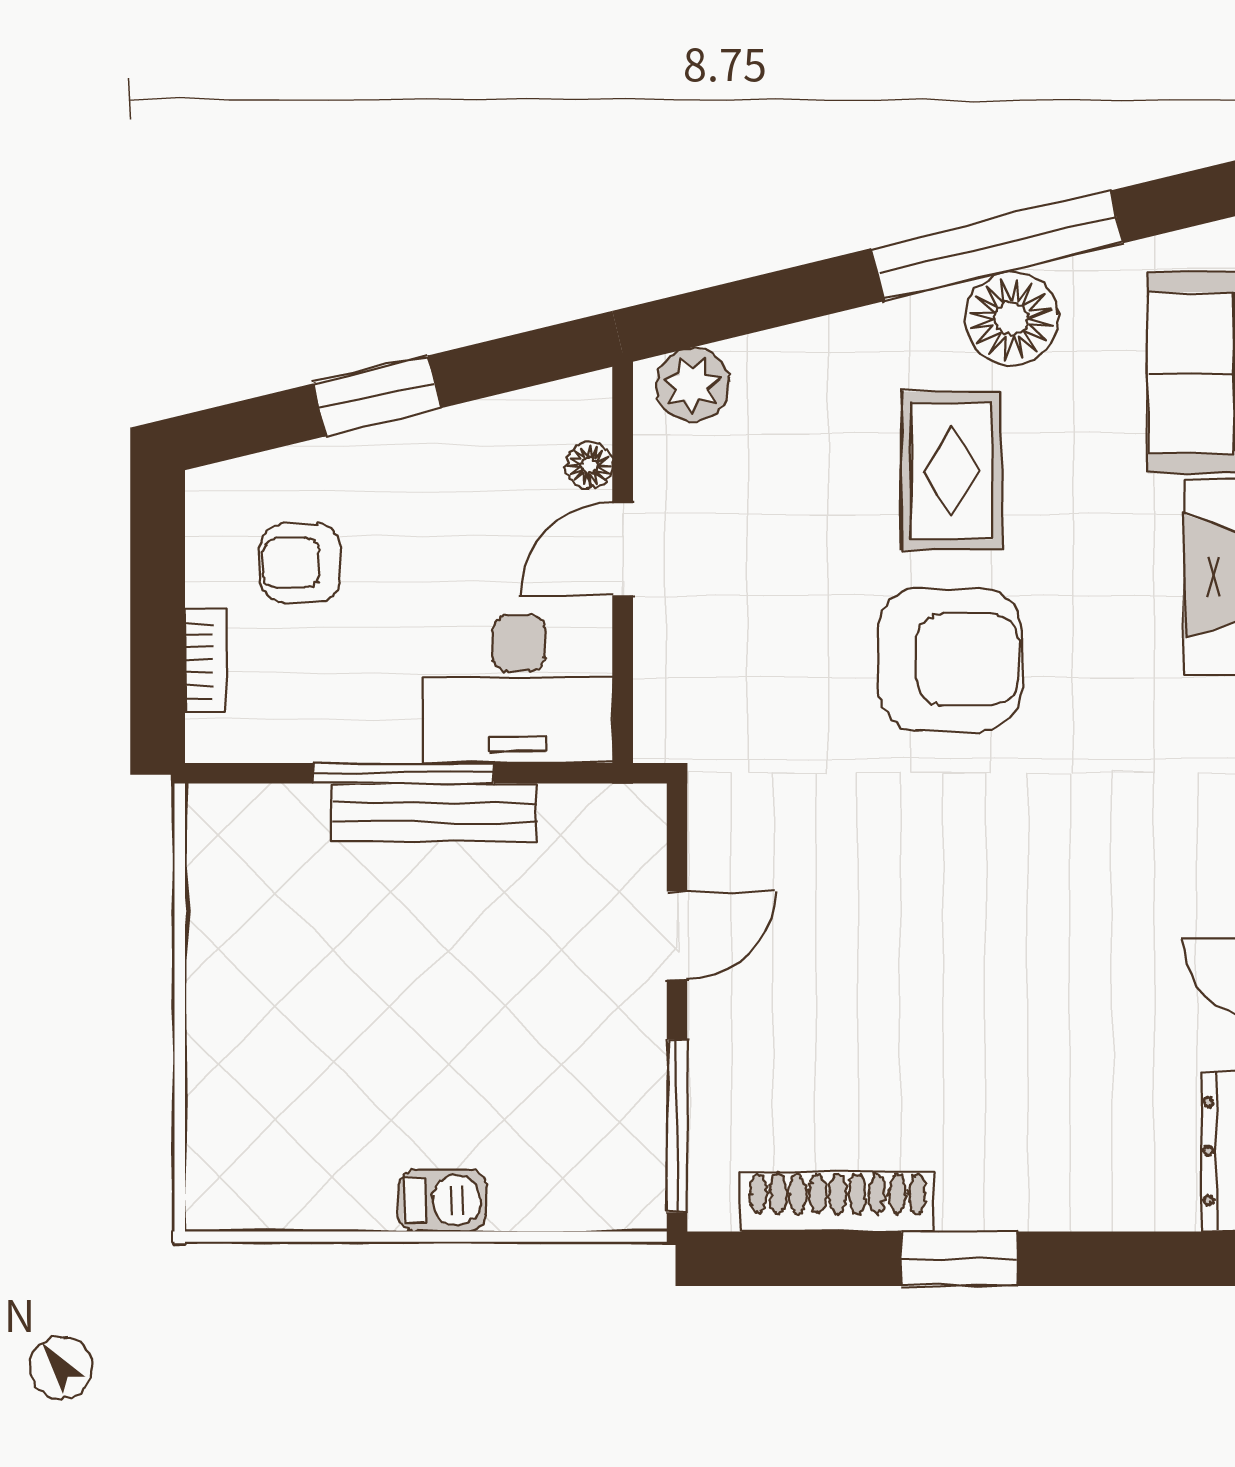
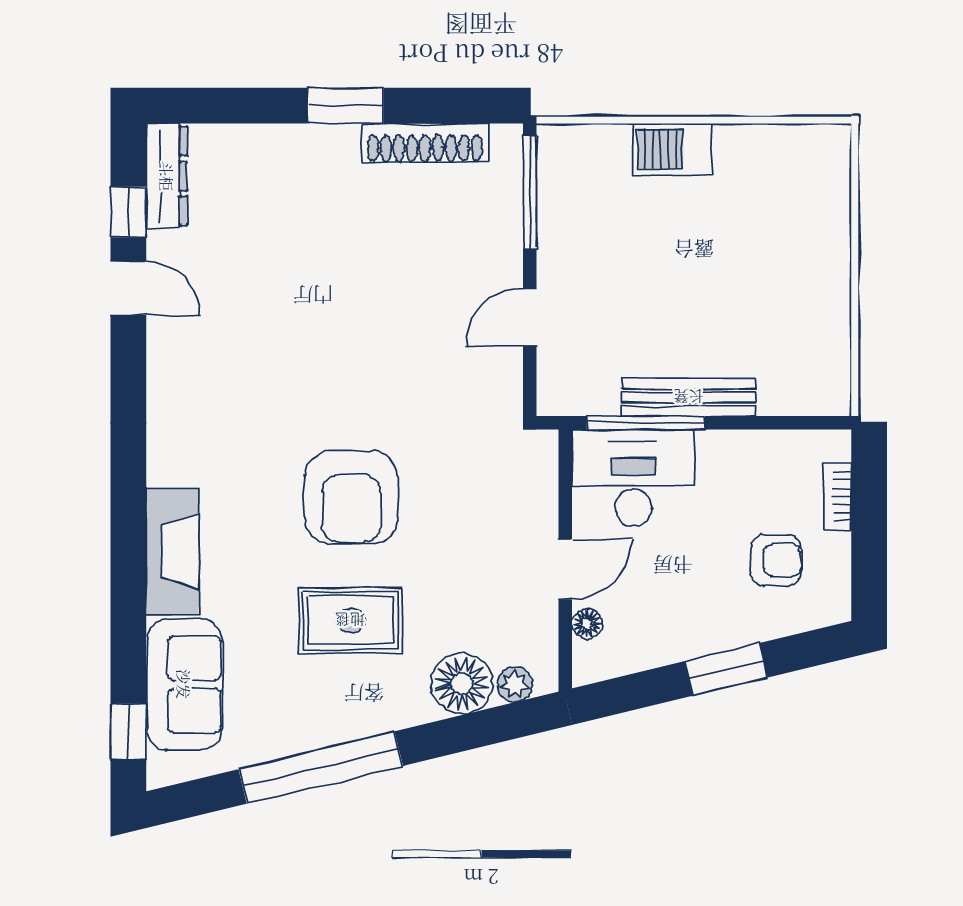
floor lamp: (1011, 318) -> (462, 684), moved
plant: (692, 385) -> (515, 684), width x0.73, depth x0.73
rug: (951, 471) -> (350, 620), turned 90
armchair: (950, 659) -> (351, 497), turned -90
window: (404, 773) -> (646, 423), moved
barbecue: (443, 1200) -> (672, 149), width x1.38, depth x1.27

